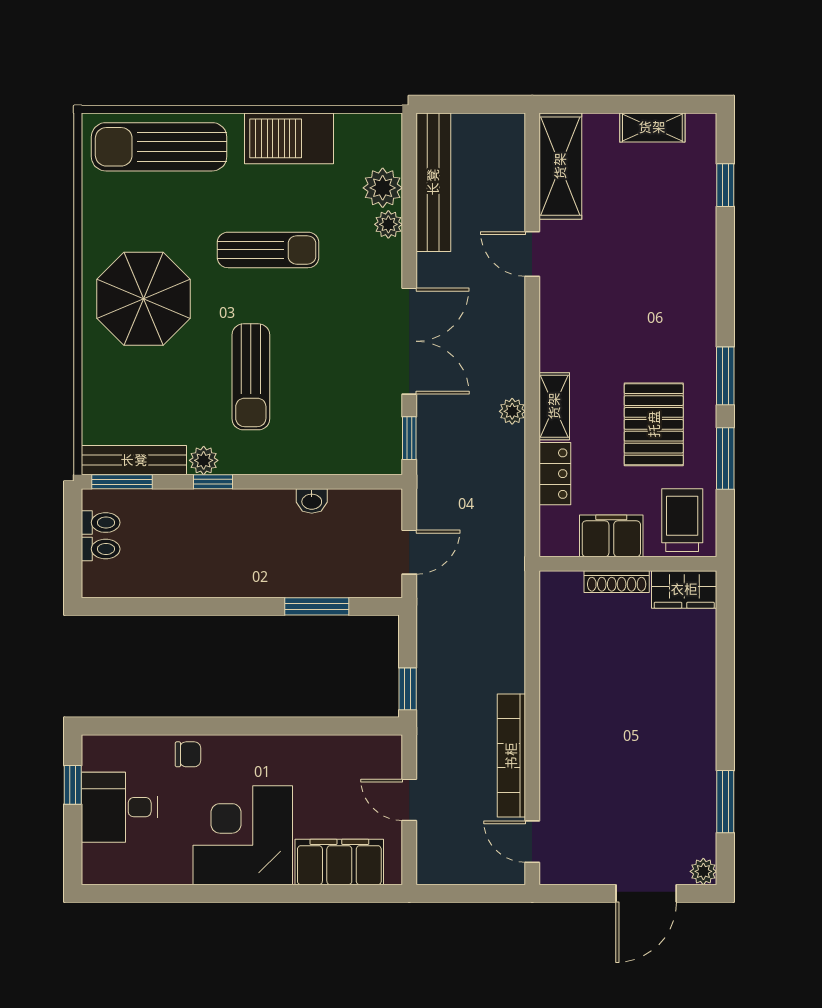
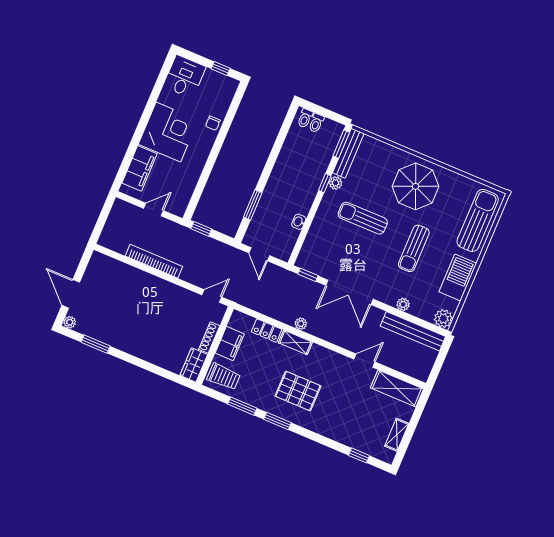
plant: (383, 188) -> (443, 319), moved
pallet: (654, 424) -> (298, 391), moved
toilet: (101, 523) -> (305, 118), moved
desk: (119, 807) -> (184, 77), moved
door: (532, 842) -> (212, 296), moved

